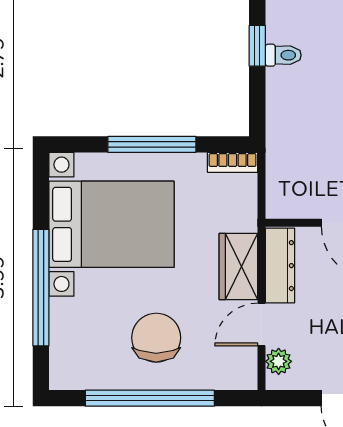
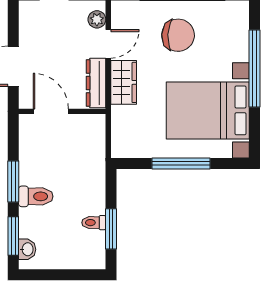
window: (257, 46) -> (111, 229), width x1.50
bookcase: (233, 162) -> (127, 151), removed
chair: (156, 338) -> (178, 35), turned -87

